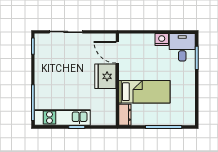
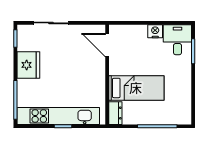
fridge: (105, 76) -> (28, 65), moved, turned 180
kitchen unit: (62, 118) -> (58, 116), width x1.36

